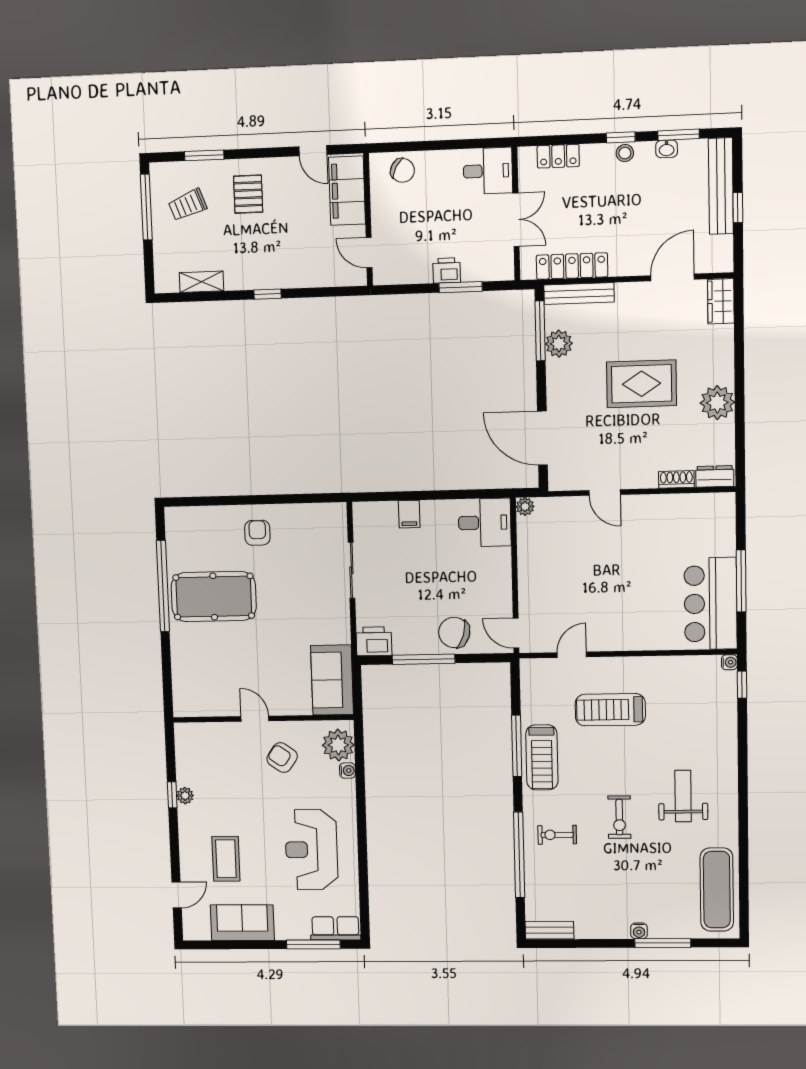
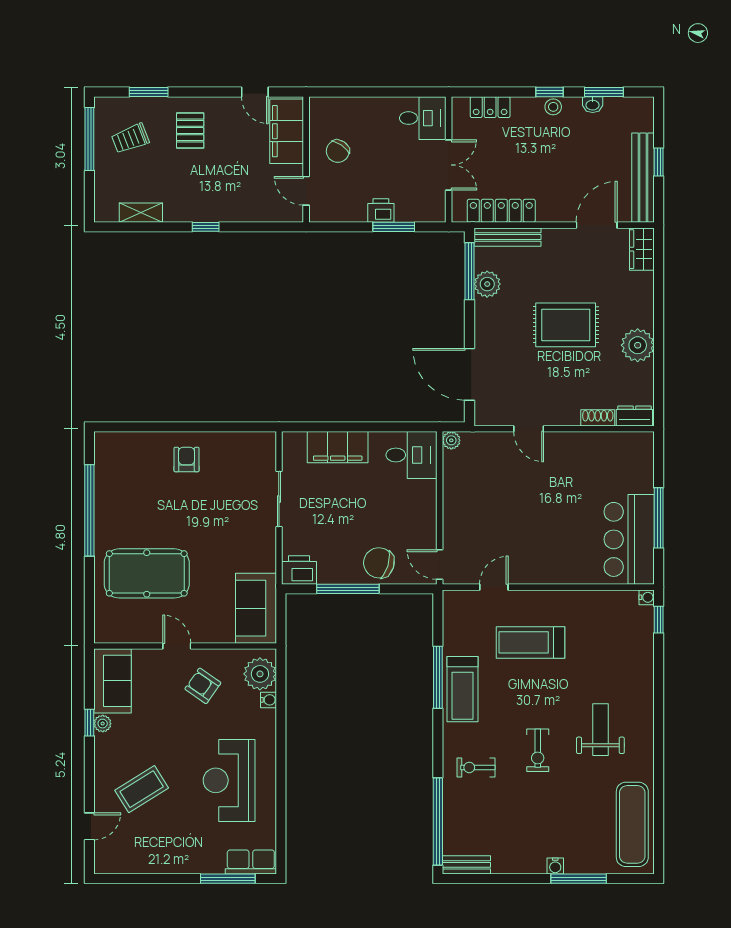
chair: (402, 170) -> (338, 151), moved, turned 96
bench: (721, 186) -> (643, 178), moved
filing cabinet: (409, 514) -> (338, 447), width x3.00, depth x1.17
pool table: (214, 597) -> (147, 573), moved
window: (519, 855) -> (438, 821), moved
coffee table: (226, 859) -> (142, 789), turned 58
sofa: (242, 923) -> (112, 681), moved, turned 90

